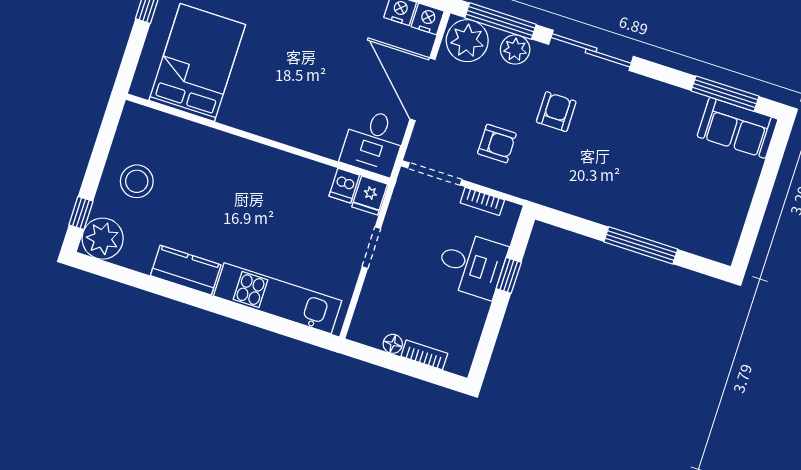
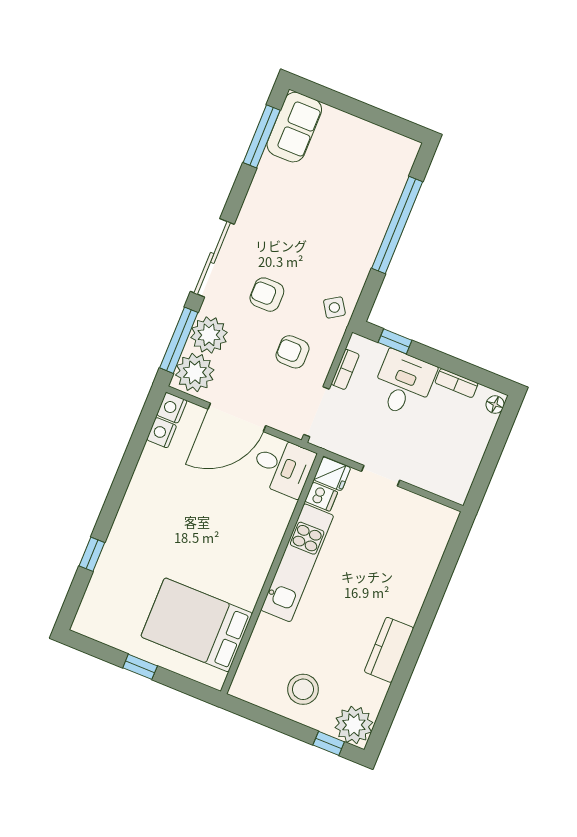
plant: (515, 49) -> (209, 335), width x1.36, depth x1.36
armchair: (497, 144) -> (292, 352), turned -90
side table: (548, 185) -> (334, 307), added
window: (641, 245) -> (397, 225), width x1.46
window: (509, 275) -> (395, 341), moved
kitchen unit: (278, 298) -> (297, 563), moved, turned 180
floor lamp: (393, 344) -> (495, 405), moved
bookcase: (424, 355) -> (456, 383), moved, turned -90

